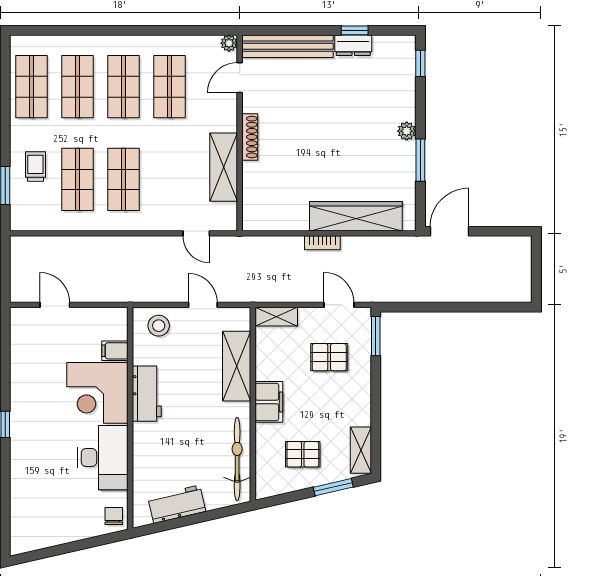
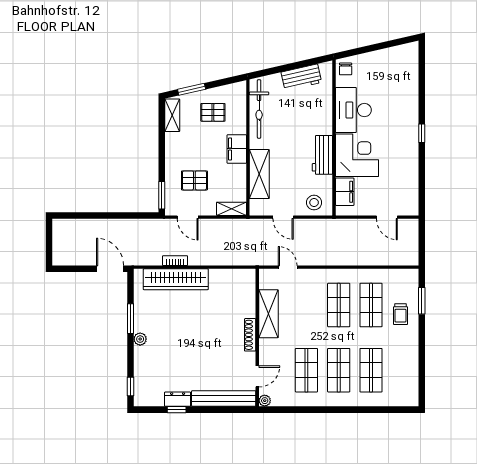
shop shelf: (31, 87) -> (403, 370), removed
door: (450, 231) -> (110, 269), swing flipped
bookcase: (322, 243) -> (175, 261), moved
filing cabinet: (115, 351) -> (345, 192), width x2.00

